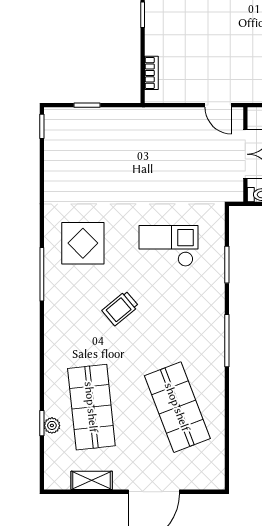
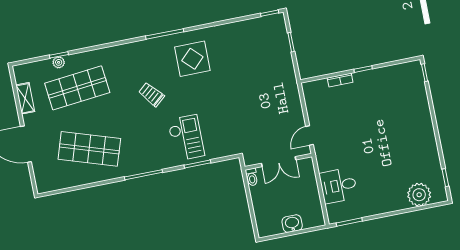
bookcase: (151, 73) -> (340, 80), moved
checkout: (168, 246) -> (186, 138), moved
shop shelf: (177, 407) -> (89, 149), turned 39

